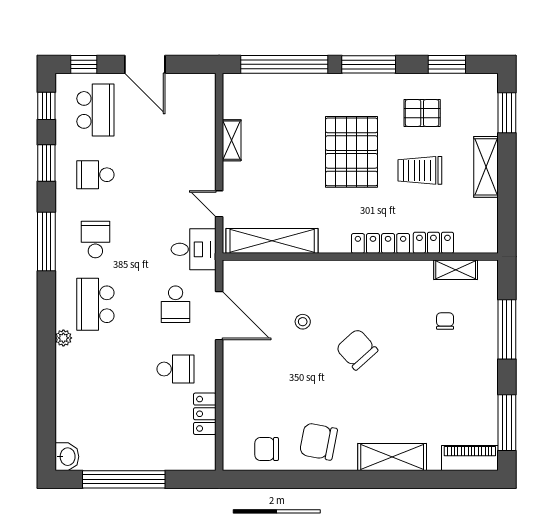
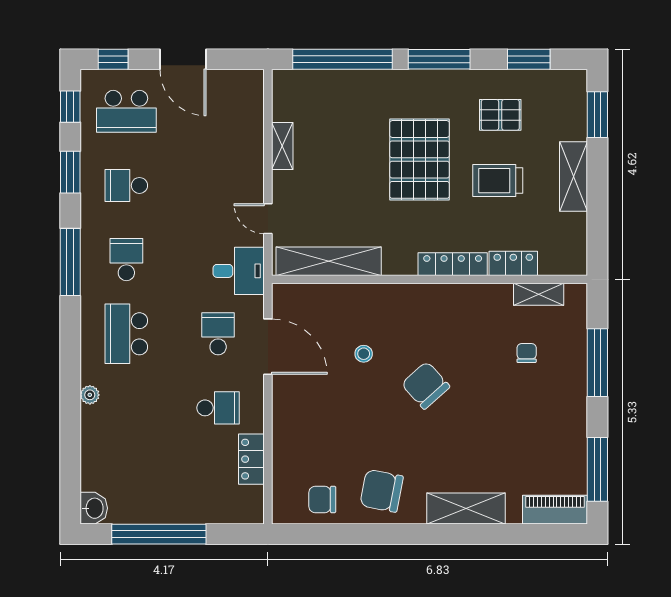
school desk: (95, 110) -> (126, 111), turned 90
school desk: (176, 304) -> (218, 334), turned 180
plant: (63, 338) -> (90, 395), moved

